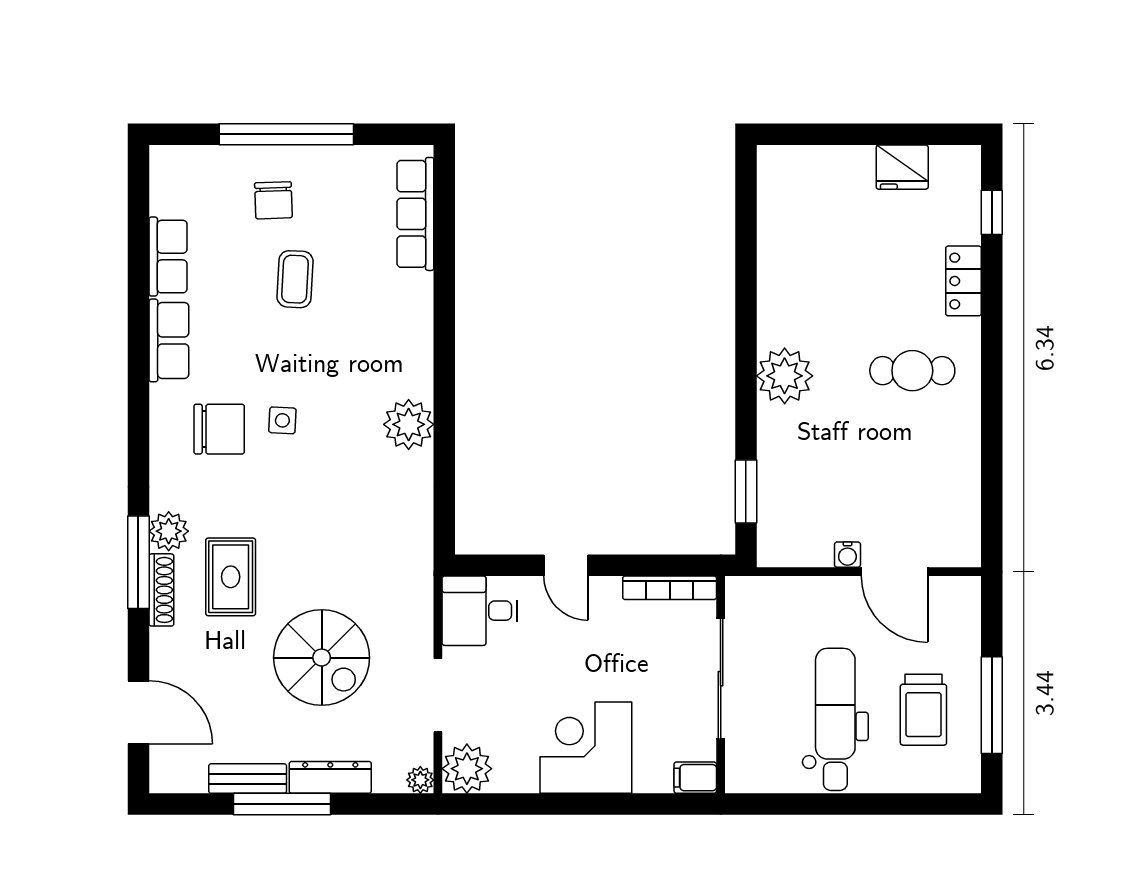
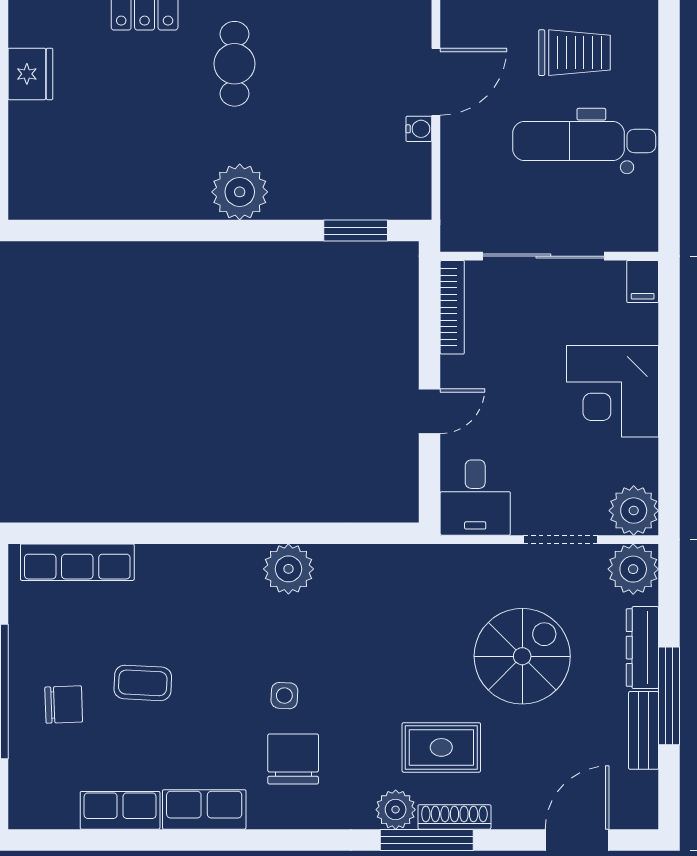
plant: (420, 780) -> (633, 569), width x1.88, depth x1.88

